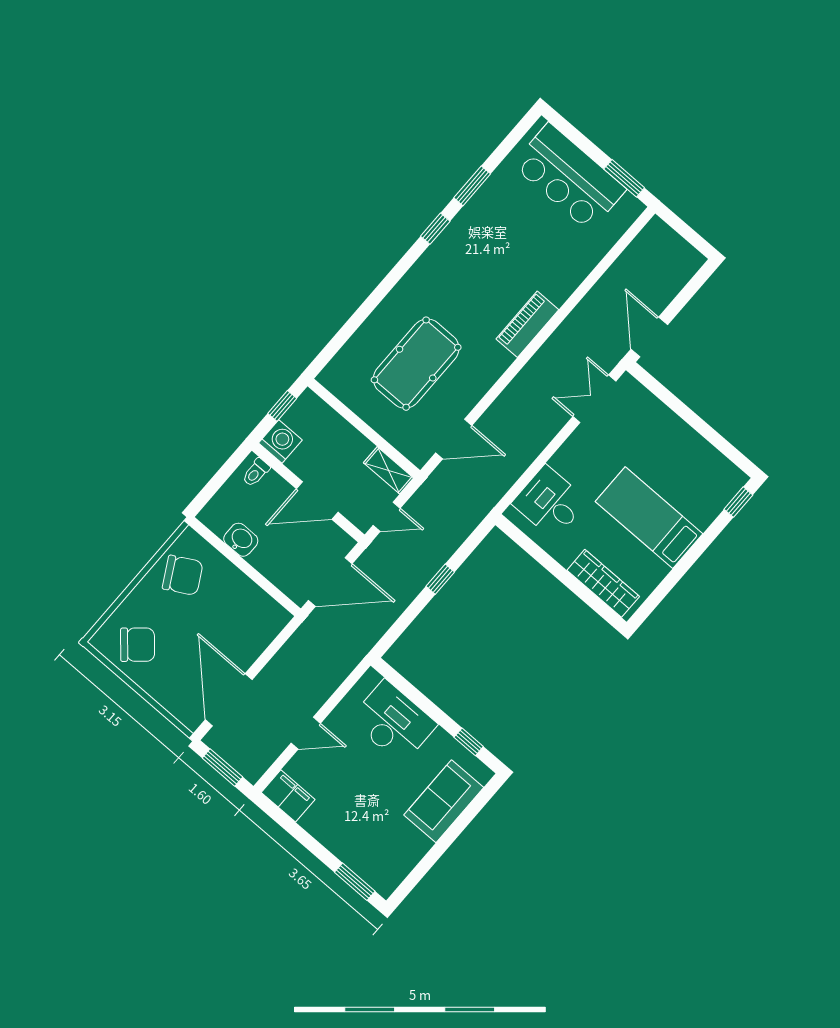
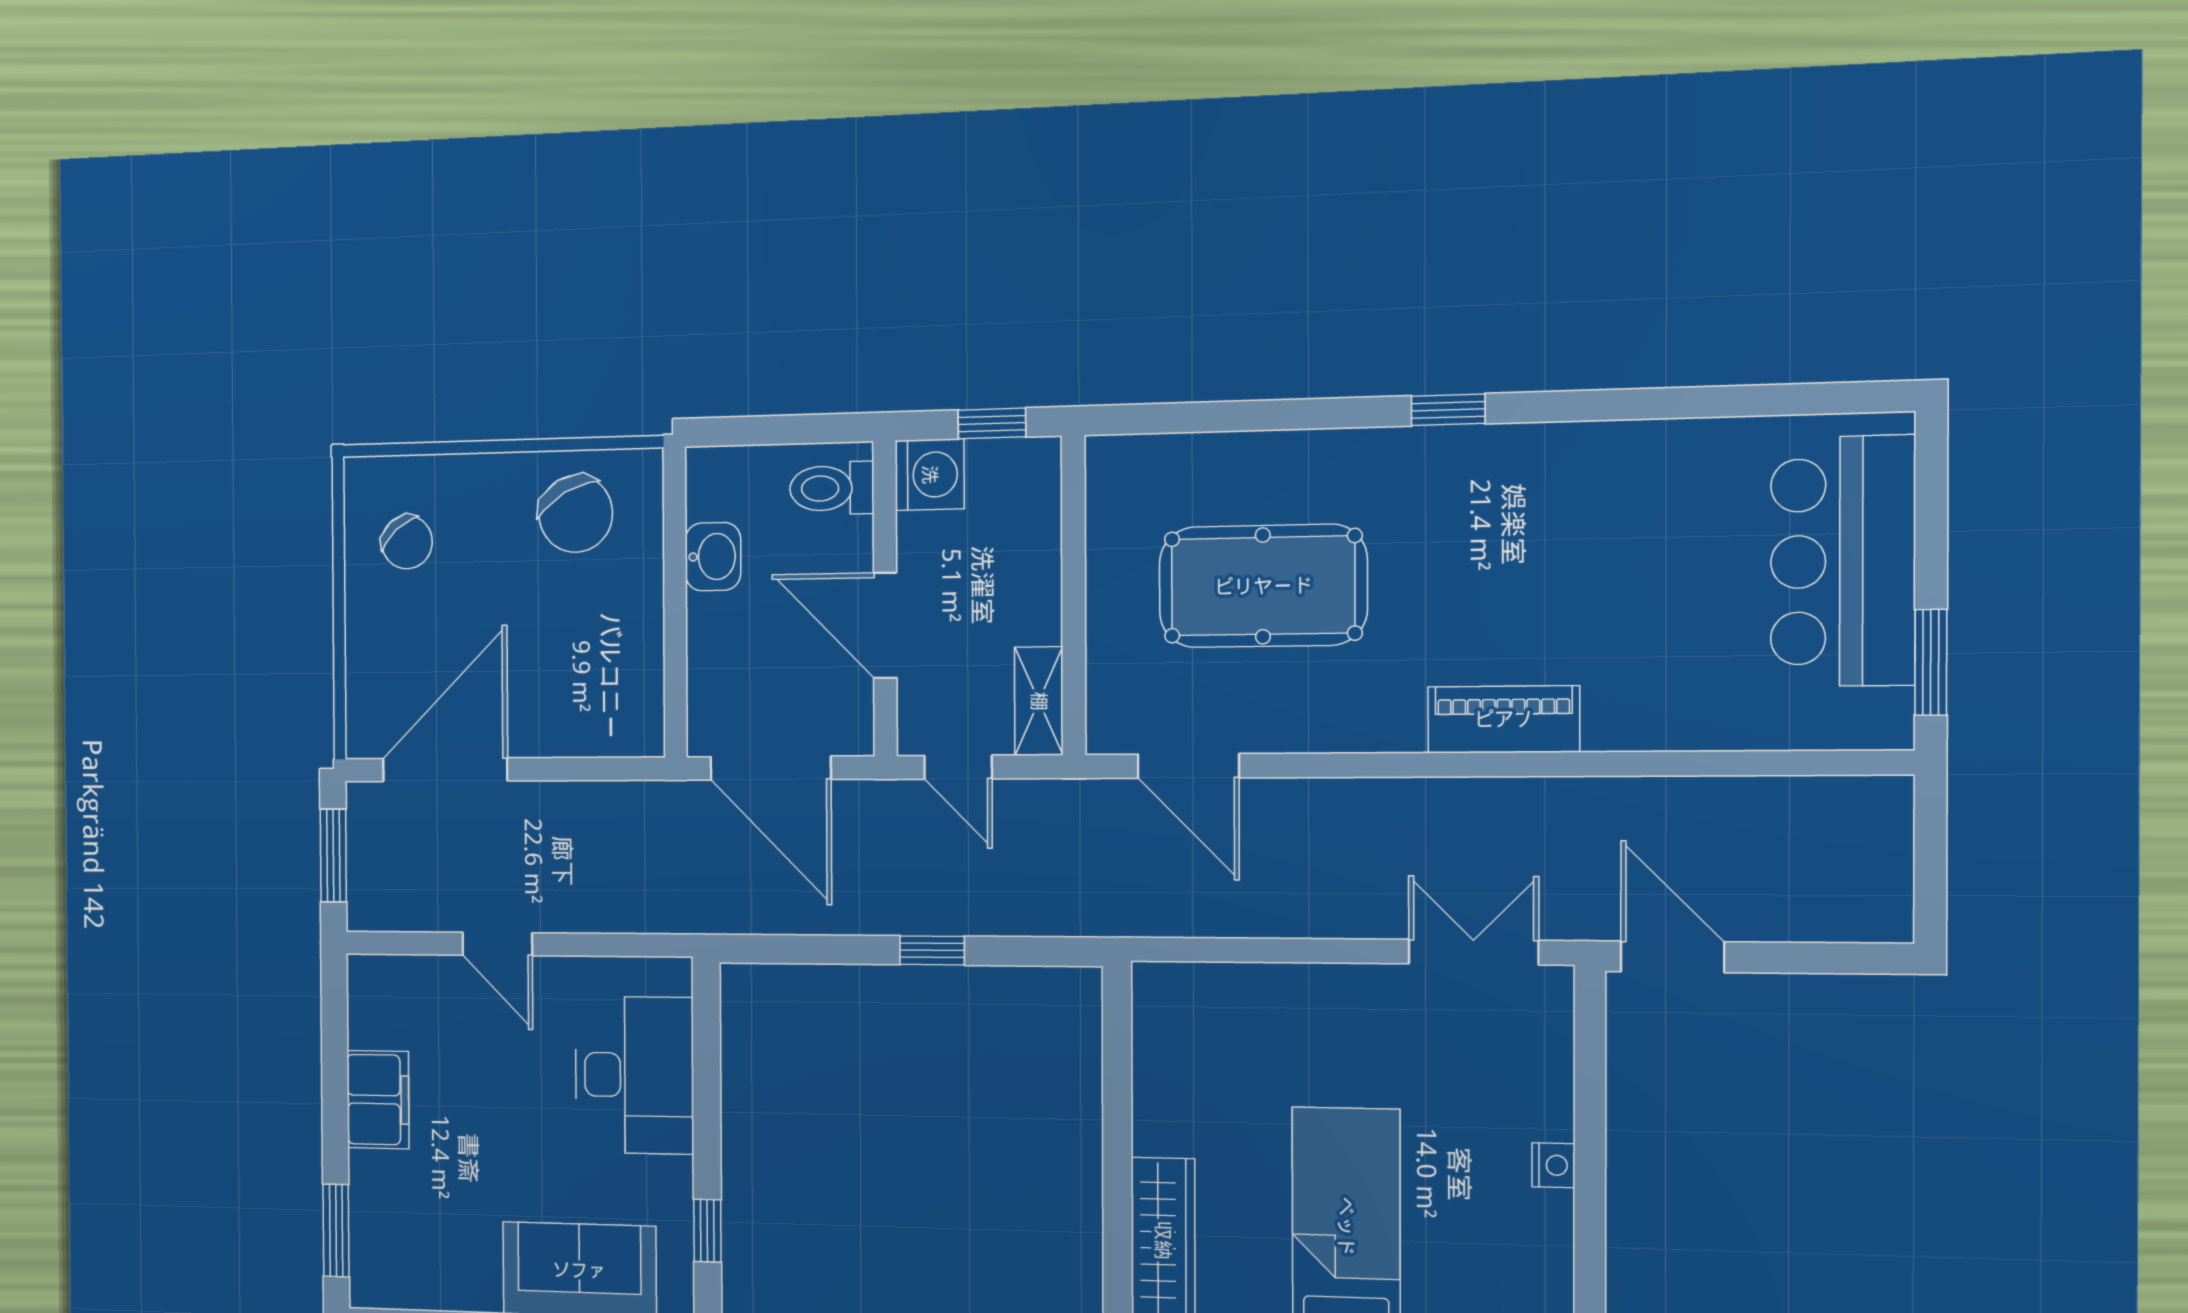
window: (472, 186) -> (1670, 403), removed
window: (435, 229) -> (1448, 410), moved
door: (649, 337) -> (1672, 957), hinge flipped
nightstand: (685, 433) -> (1553, 1165), added
toilet: (256, 472) -> (832, 488), width x1.37, depth x1.39
desk: (550, 502) -> (1223, 1028), removed
chair: (138, 645) -> (407, 542), width x0.73, depth x0.73
filing cabinet: (288, 796) -> (378, 1100), moved

